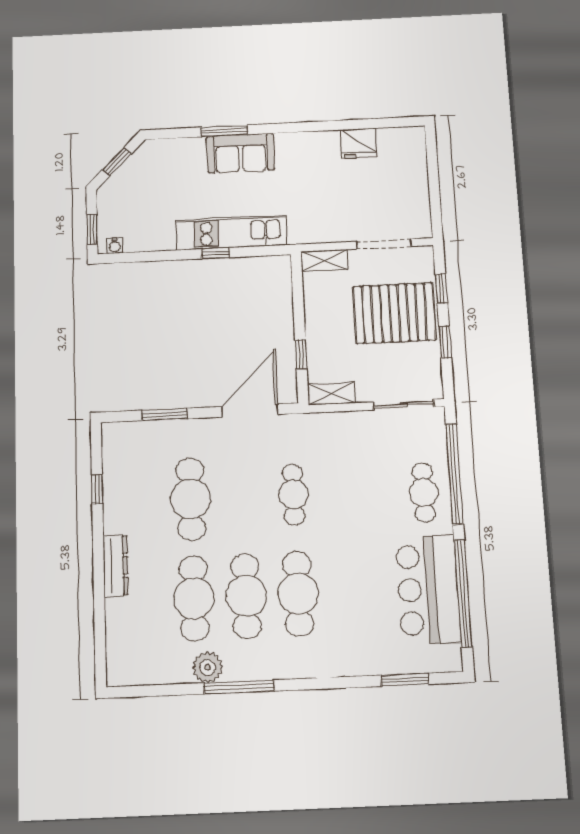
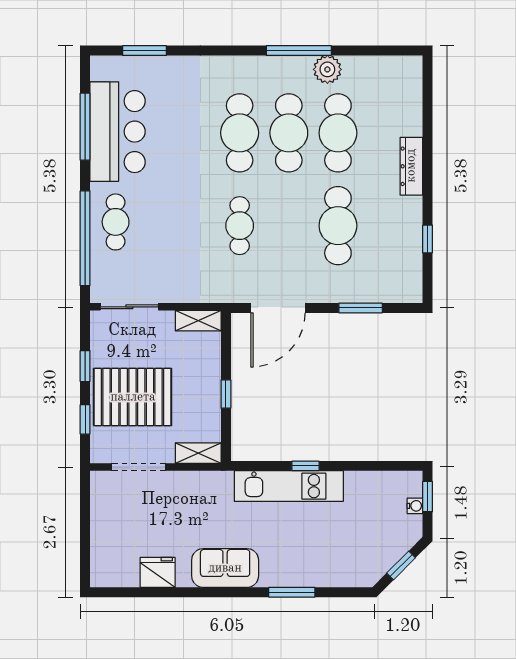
sofa: (241, 153) -> (225, 568), moved
water cooler: (115, 246) -> (415, 506), moved, turned 90
window: (301, 354) -> (226, 394), moved
window: (463, 593) -> (85, 127), width x0.68

